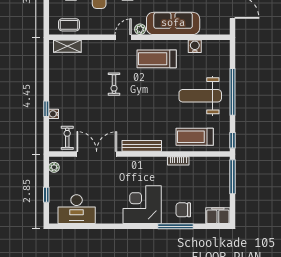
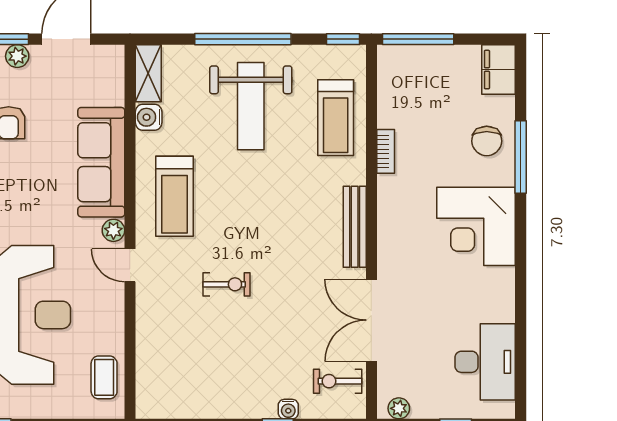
shelving: (67, 46) -> (148, 73), moved

